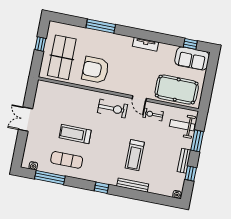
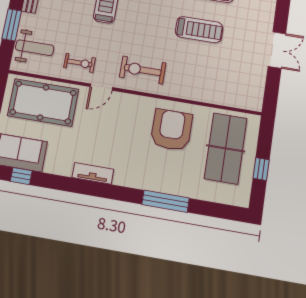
armchair: (95, 70) -> (171, 130), turned -90
door: (139, 98) -> (101, 87), swing flipped

